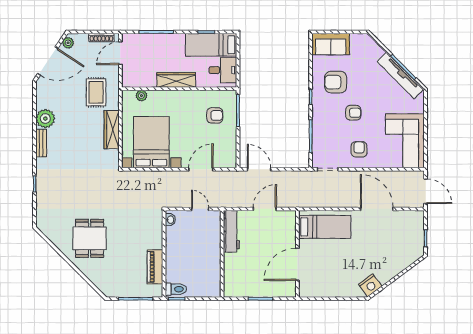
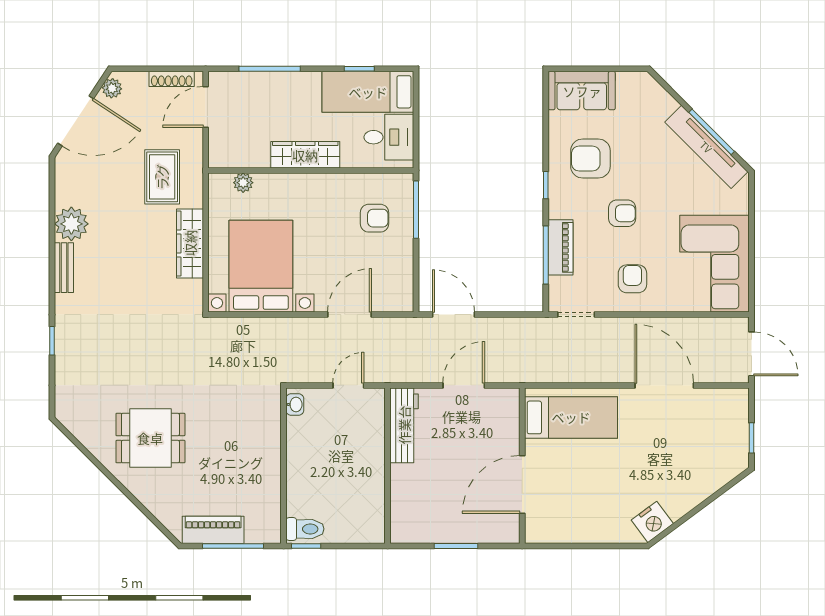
piano: (319, 132) -> (561, 247), added
door: (200, 209) -> (348, 385), hinge flipped
dining table: (90, 238) -> (150, 438), turned 90
piano: (155, 267) -> (213, 530), moved, turned 90

